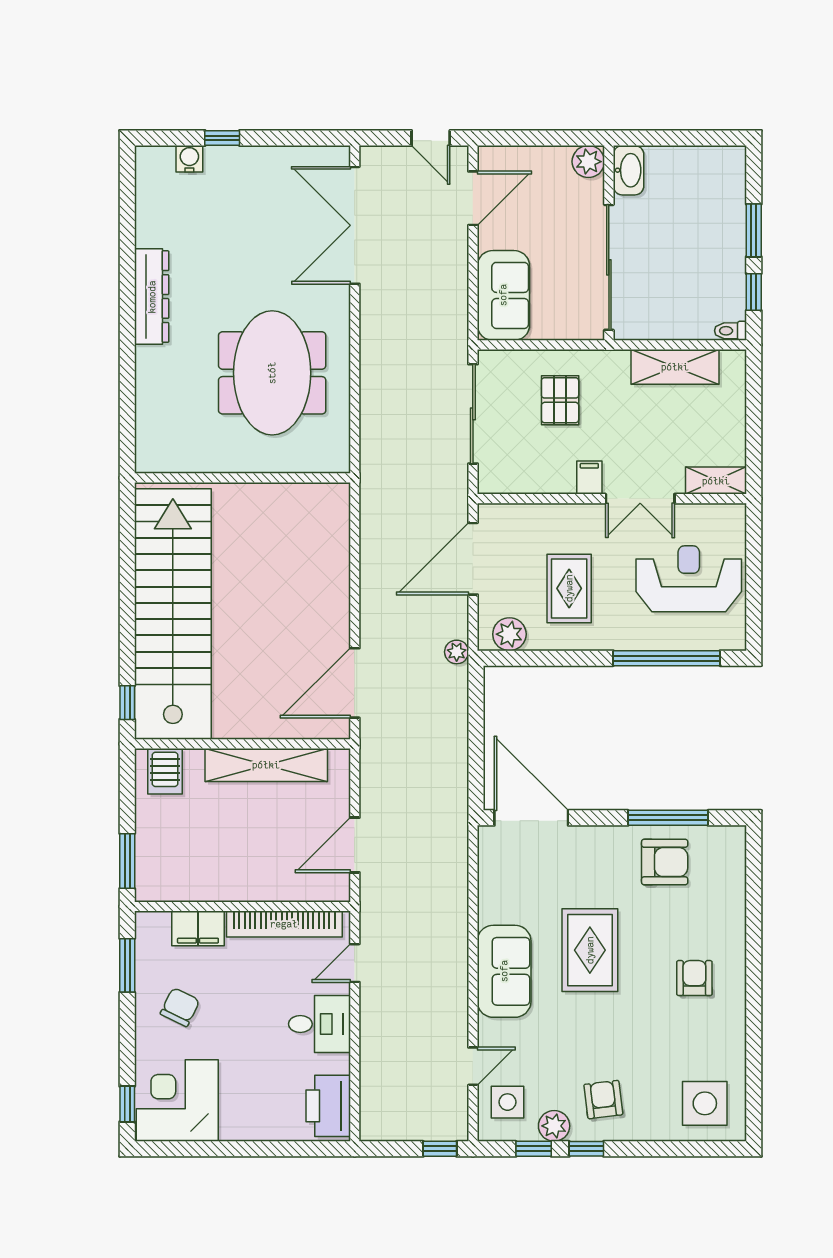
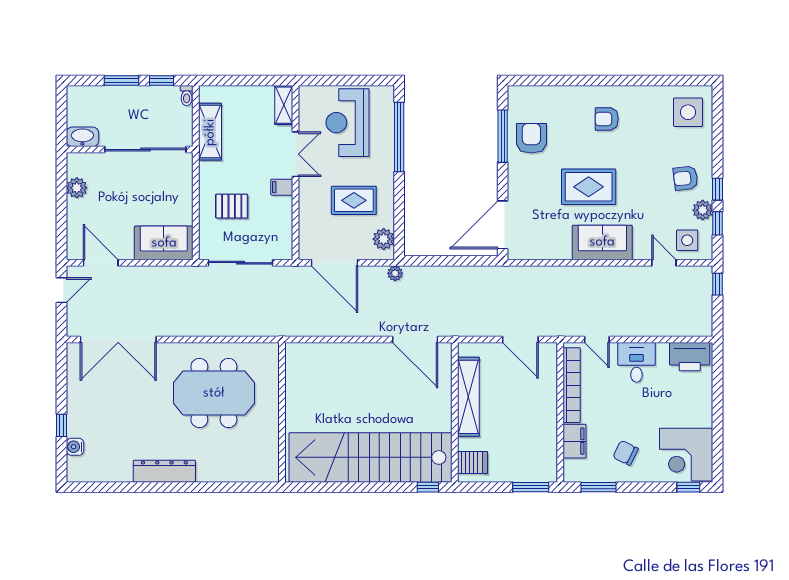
washbasin: (629, 170) -> (82, 137), moved
wall: (609, 243) -> (130, 150), moved
sliding door: (609, 267) -> (145, 150), moved

